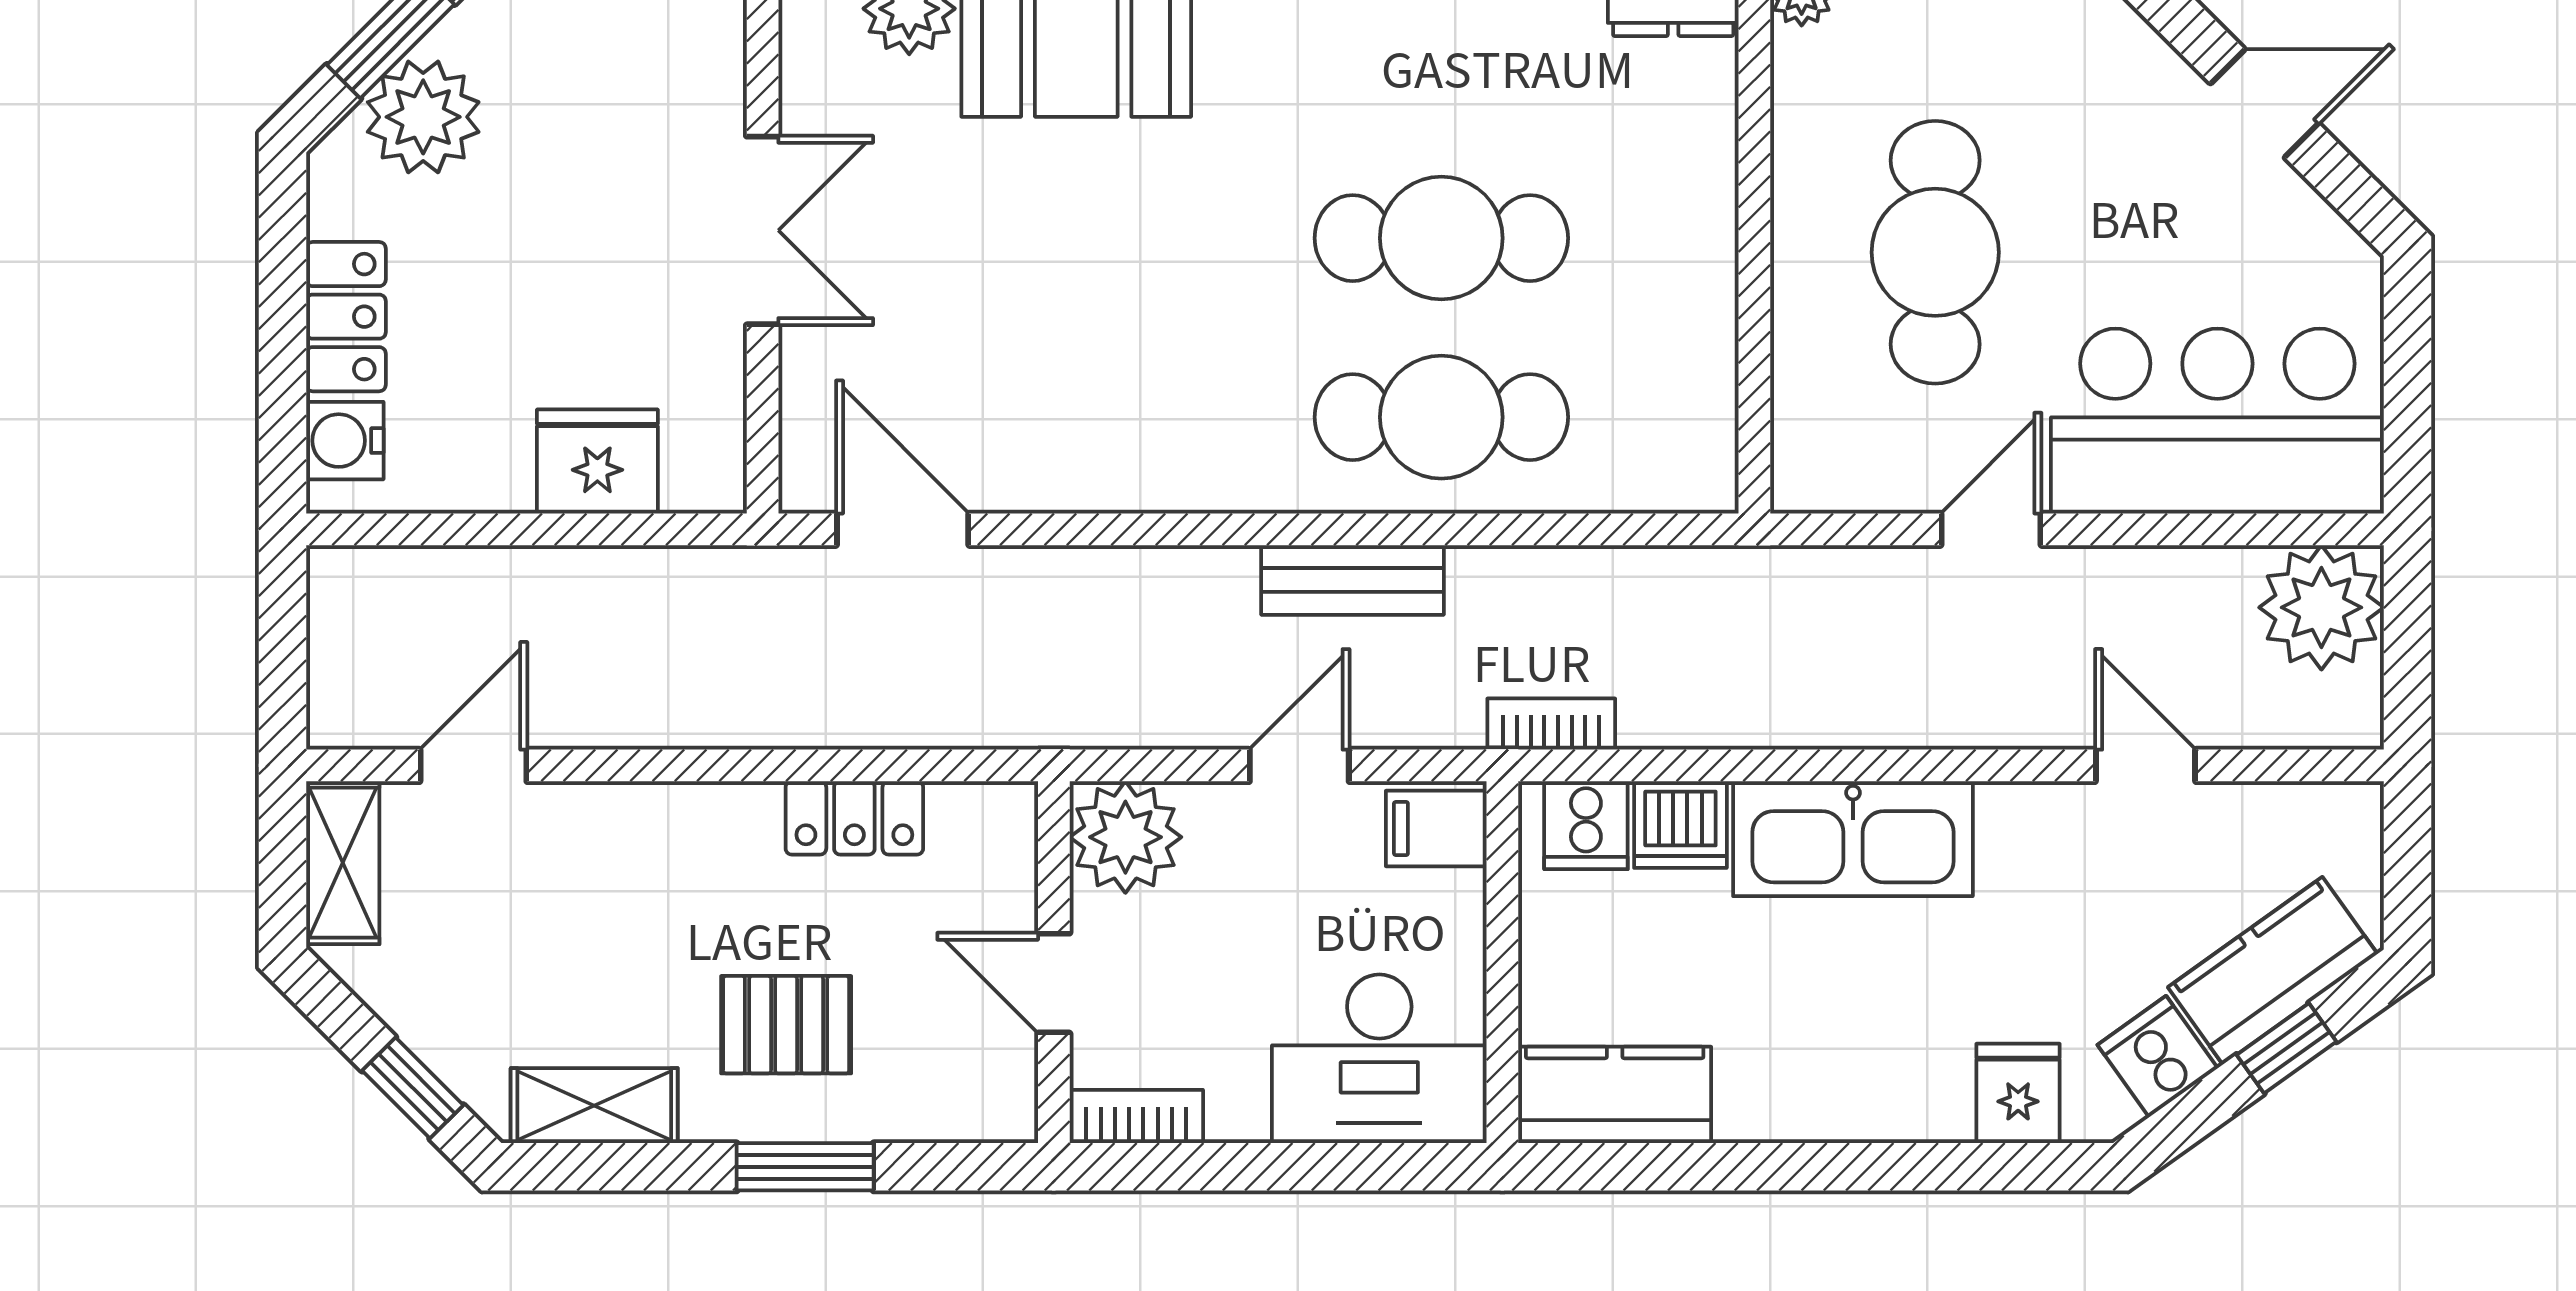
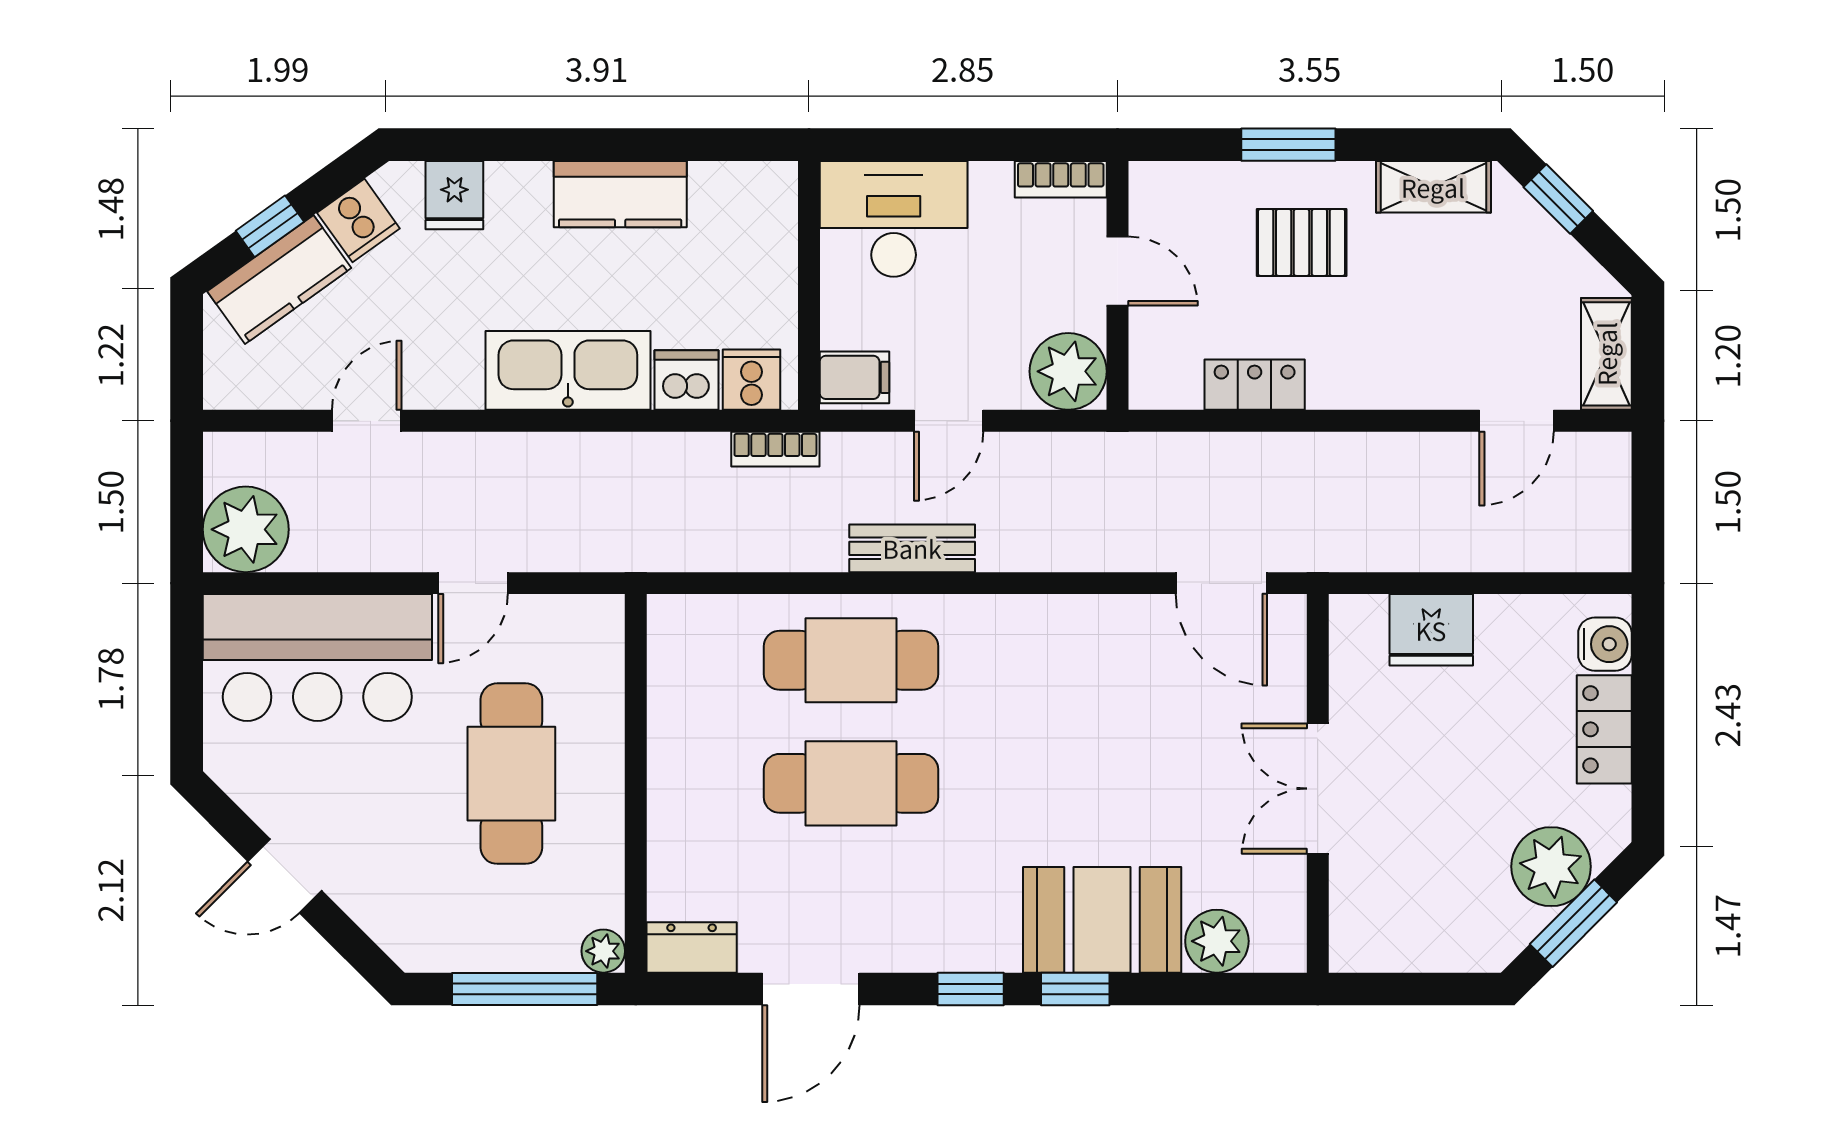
door: (2146, 765) -> (367, 421), swing flipped
kitchen counter: (1615, 1095) -> (620, 194), moved

